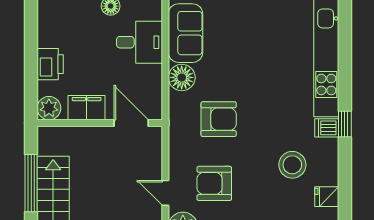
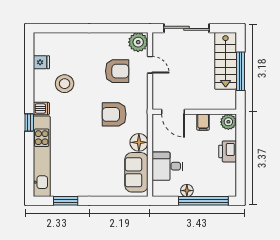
filing cabinet: (87, 108) -> (203, 122), width x0.50
window: (345, 124) -> (29, 123), moved

